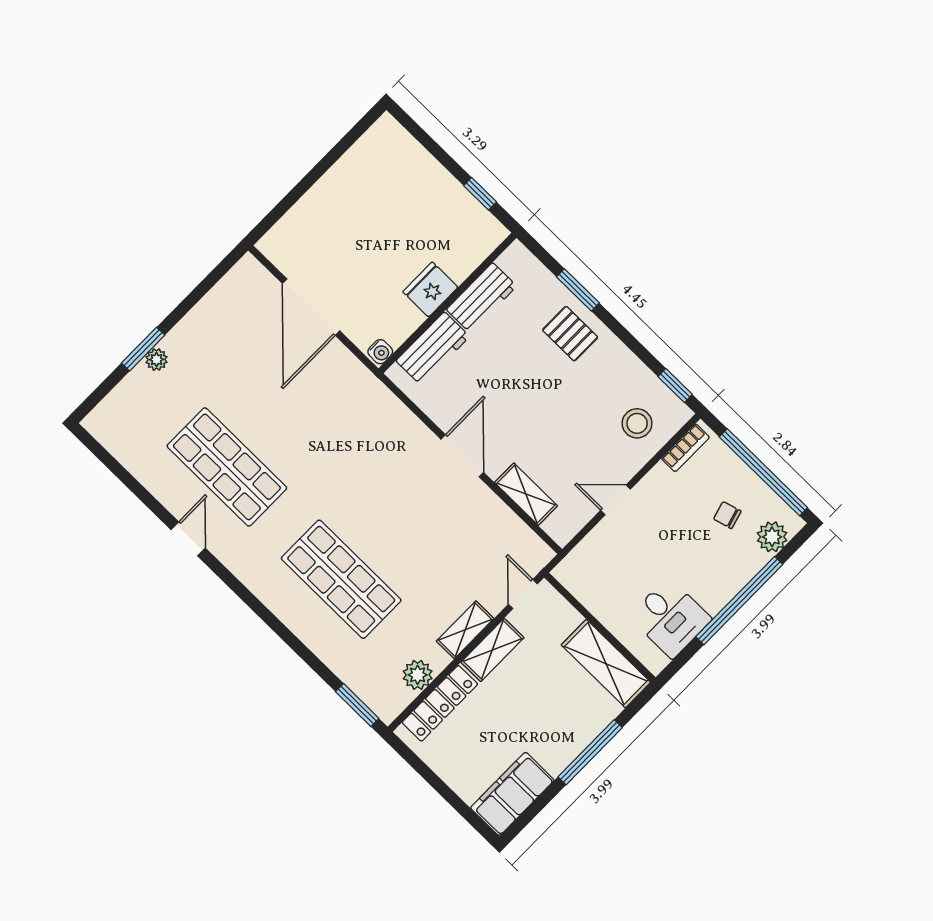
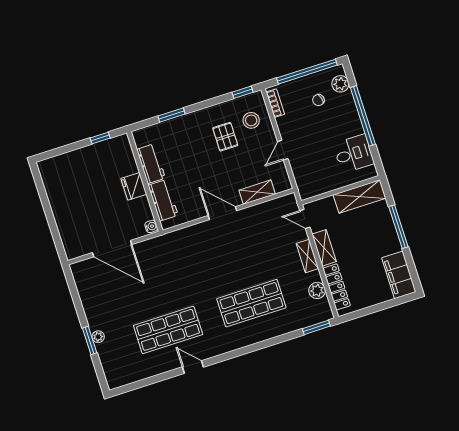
pallet: (570, 334) -> (225, 137), moved, turned 90

